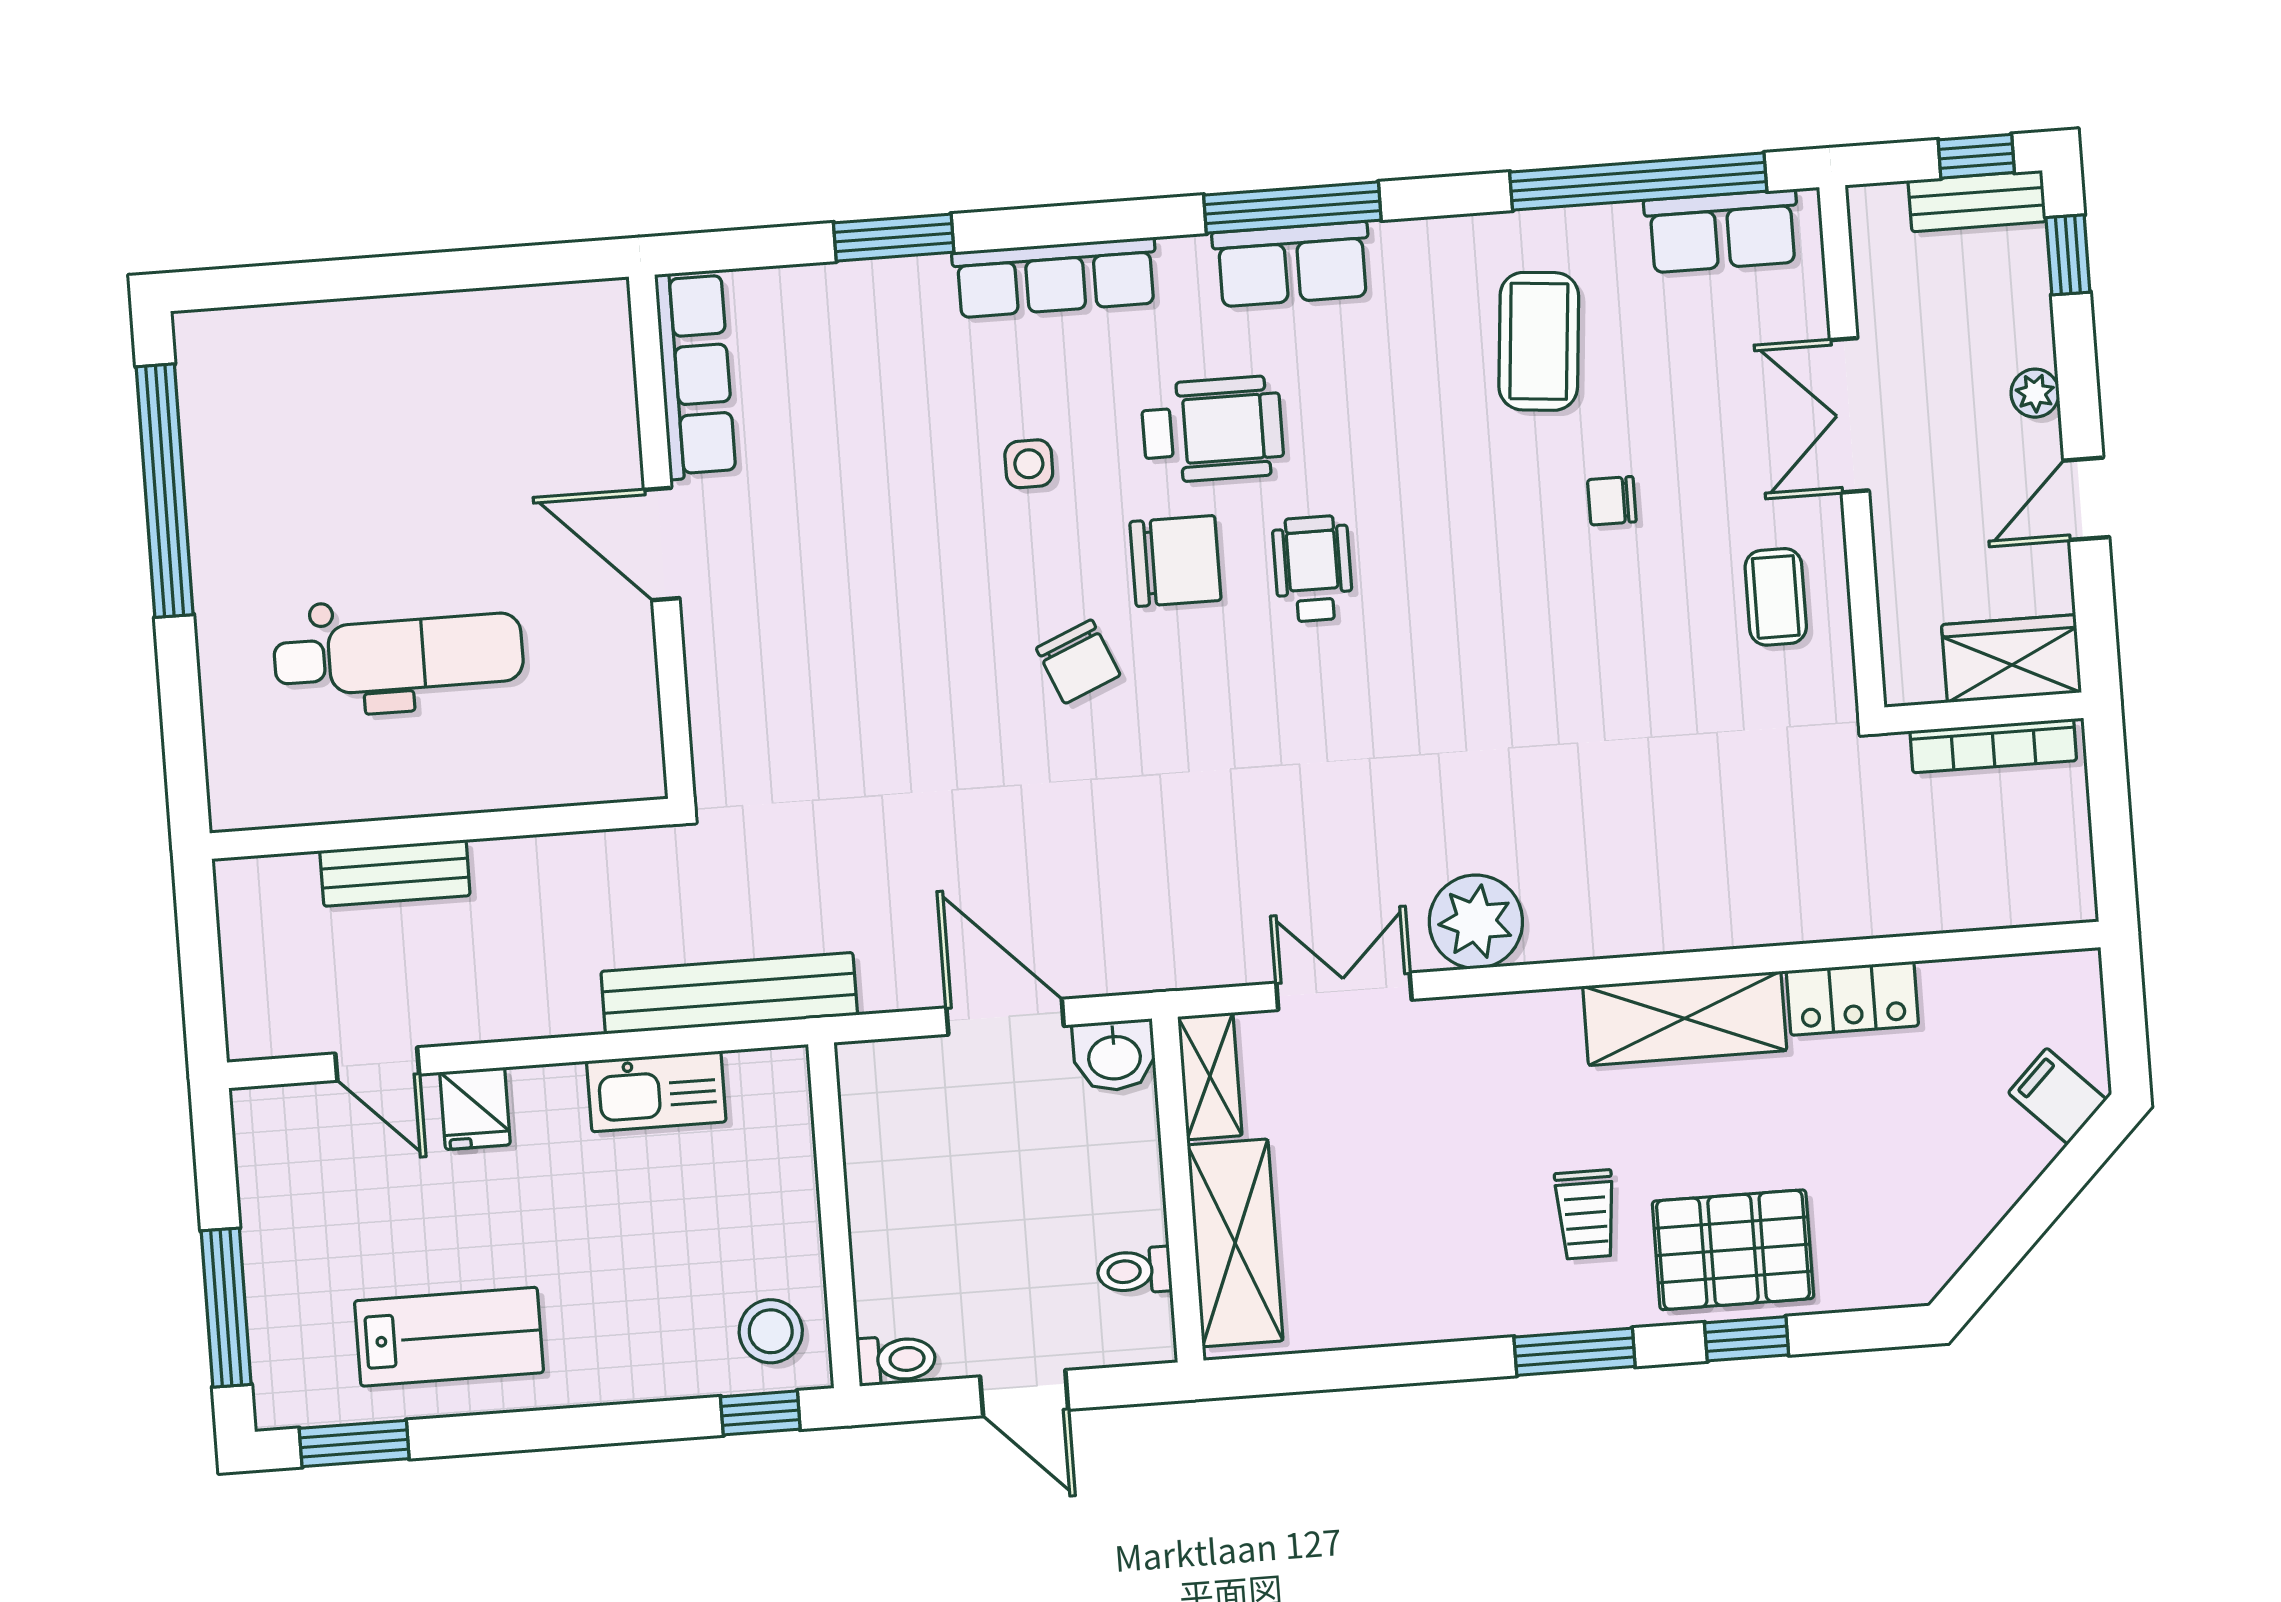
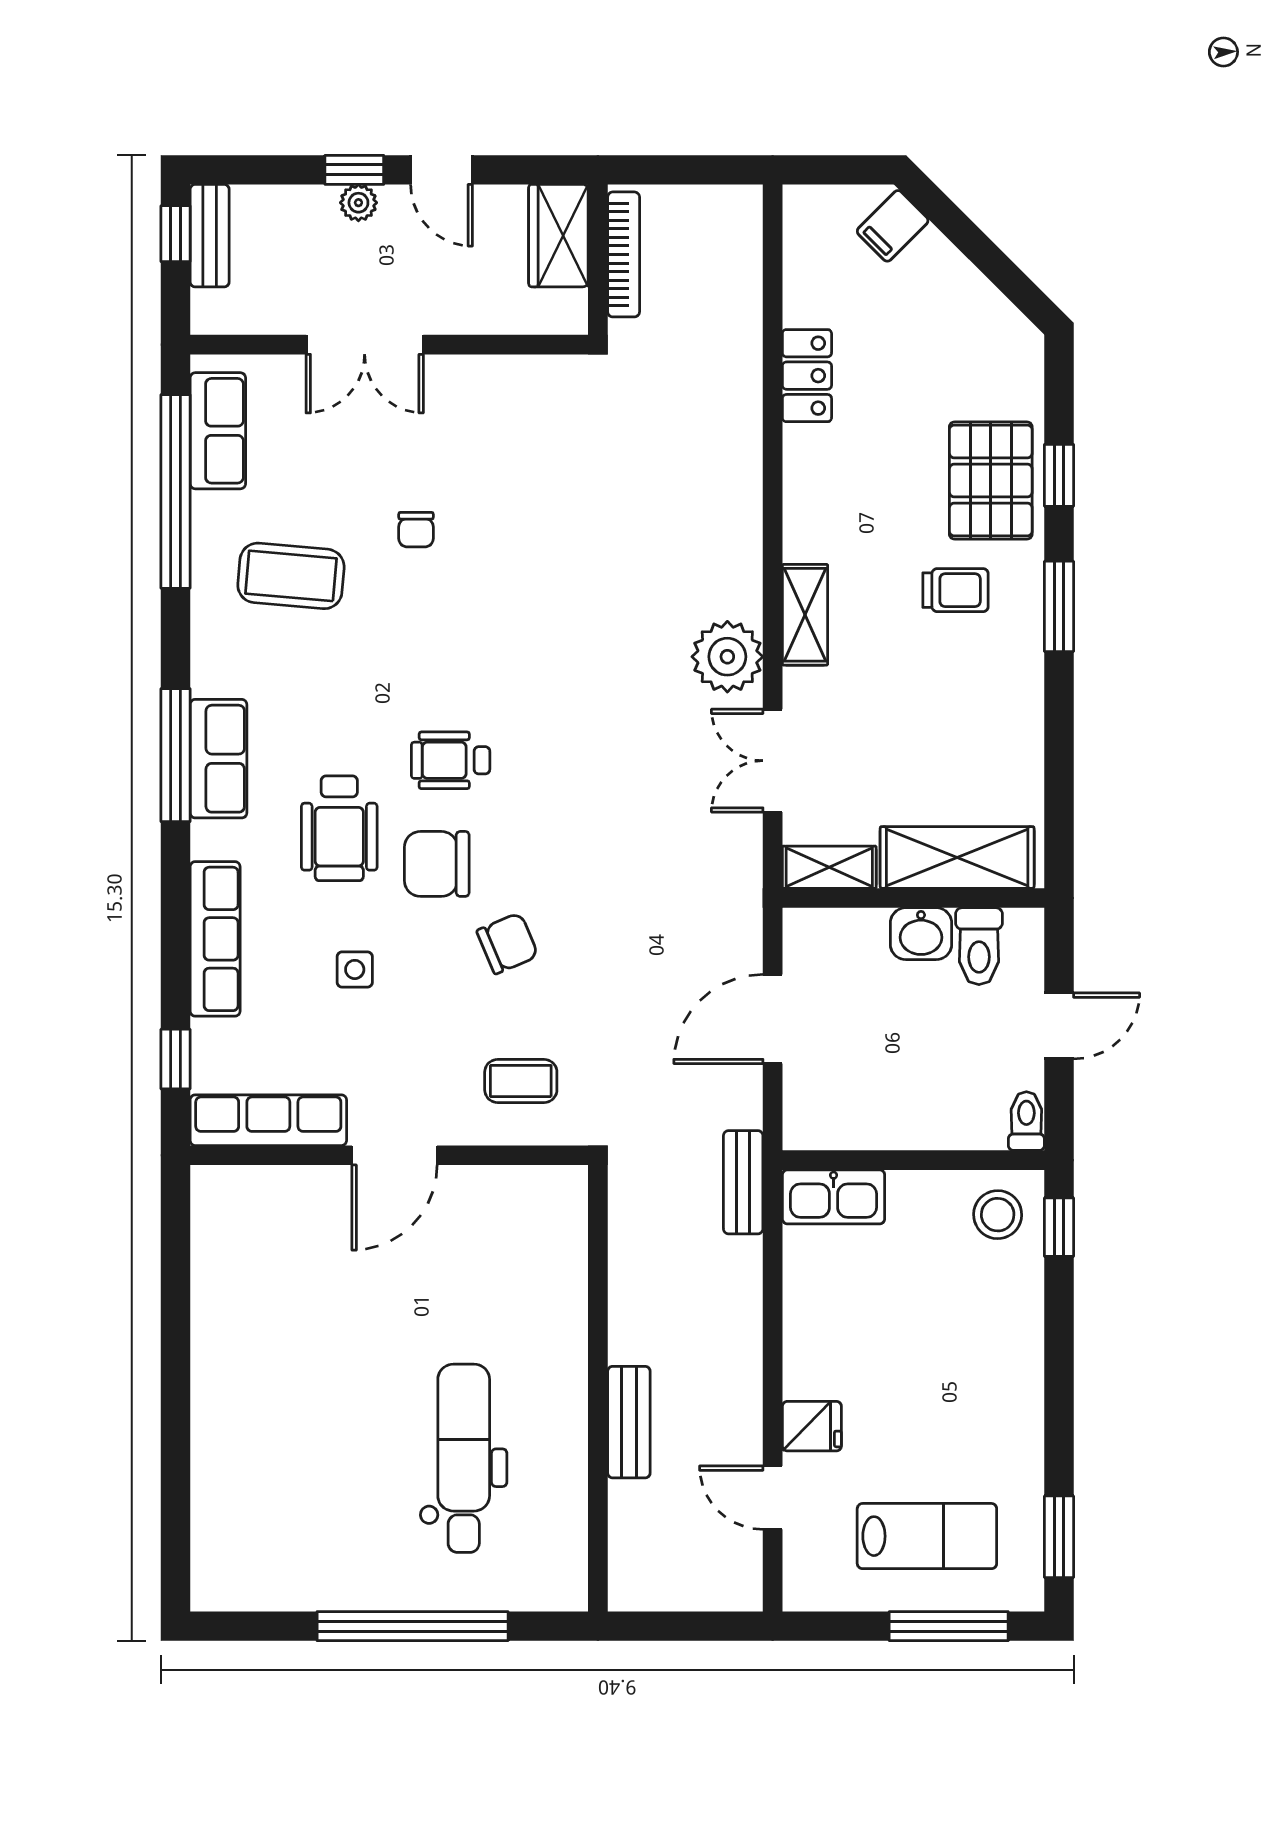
window: (894, 238) -> (175, 1059), width x0.67
window: (2068, 255) -> (354, 170), moved
row of seats: (695, 375) -> (268, 1120), moved
wheelchair: (1212, 430) -> (339, 828), turned 180
window: (165, 491) -> (413, 1626), moved
wall: (661, 537) -> (389, 1155), moved
door: (662, 544) -> (395, 1155), moved
chair: (1175, 561) -> (437, 864), turned -90
coffee table: (1776, 597) -> (521, 1081), moved
bench: (395, 873) -> (629, 1422), moved
bench: (729, 993) -> (743, 1182), width x0.54, depth x0.82
shelving: (1685, 1018) -> (805, 615), moved, width x0.67, depth x0.75
washbasin: (1114, 1056) -> (921, 934), moved, turned 90
door: (377, 1064) -> (773, 1498), swing flipped
kitchen sink: (656, 1091) -> (834, 1197), moved, turned 90
toilet: (1134, 1271) -> (979, 946), width x1.37, depth x1.39
lab bench: (449, 1337) -> (927, 1536), moved, turned 90

